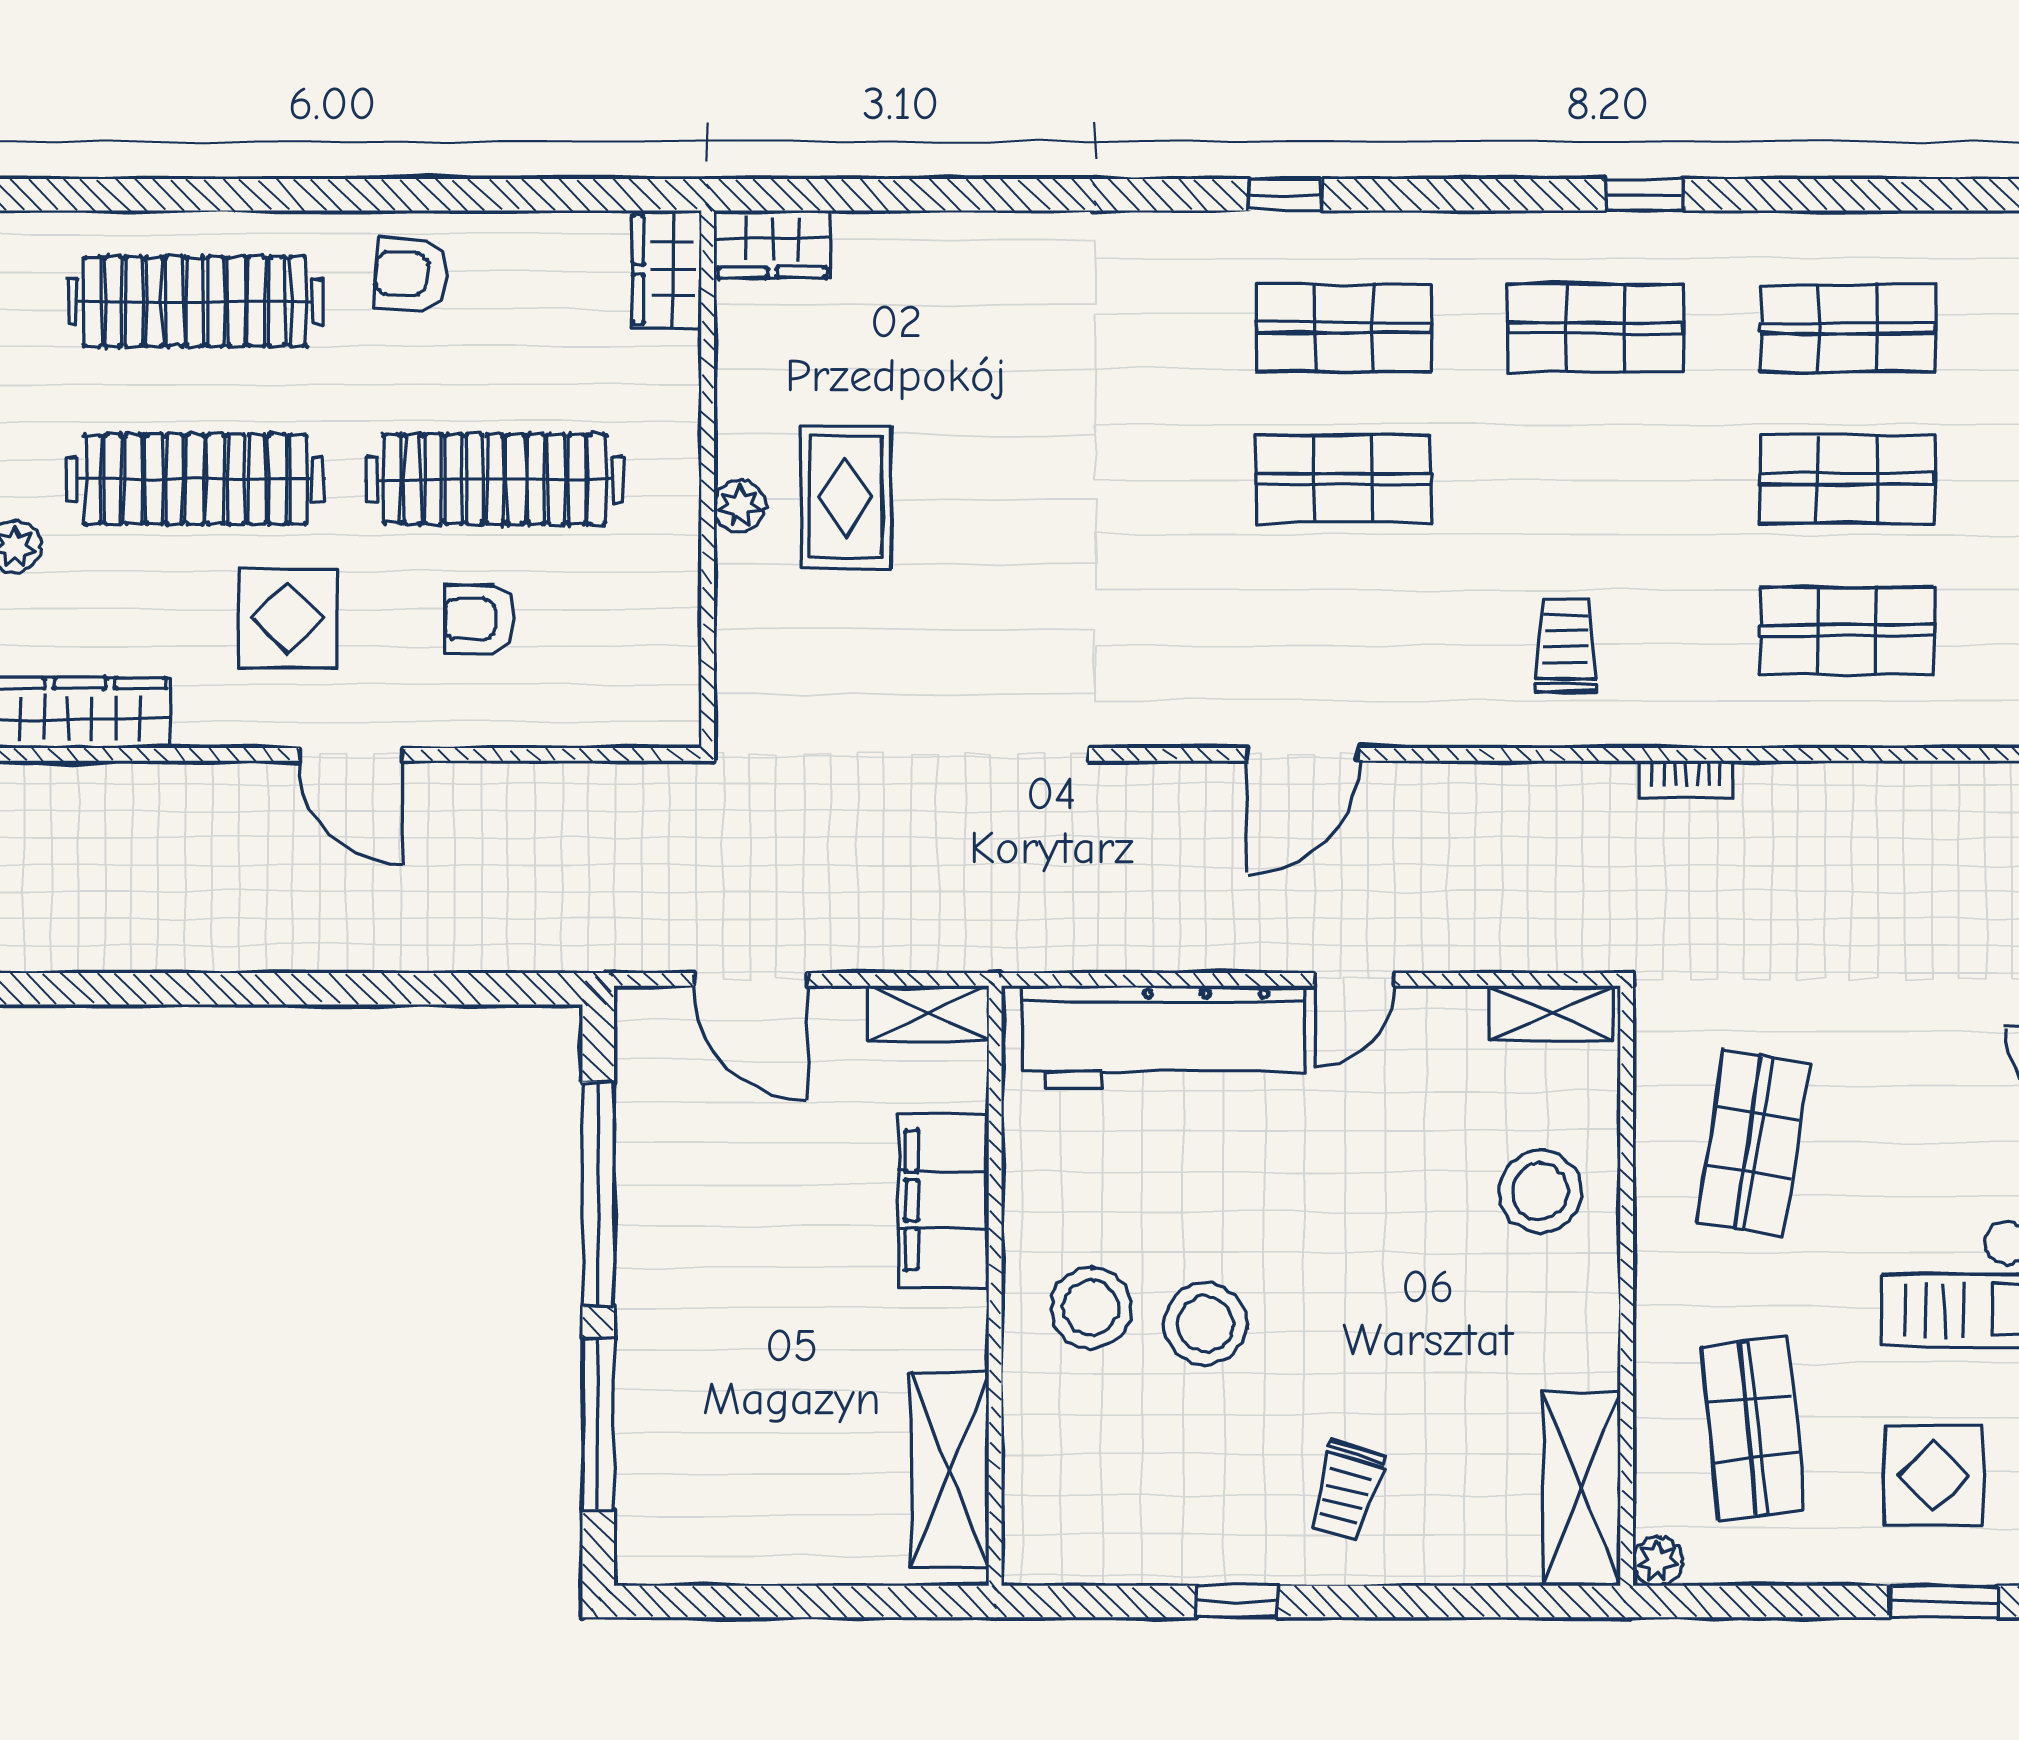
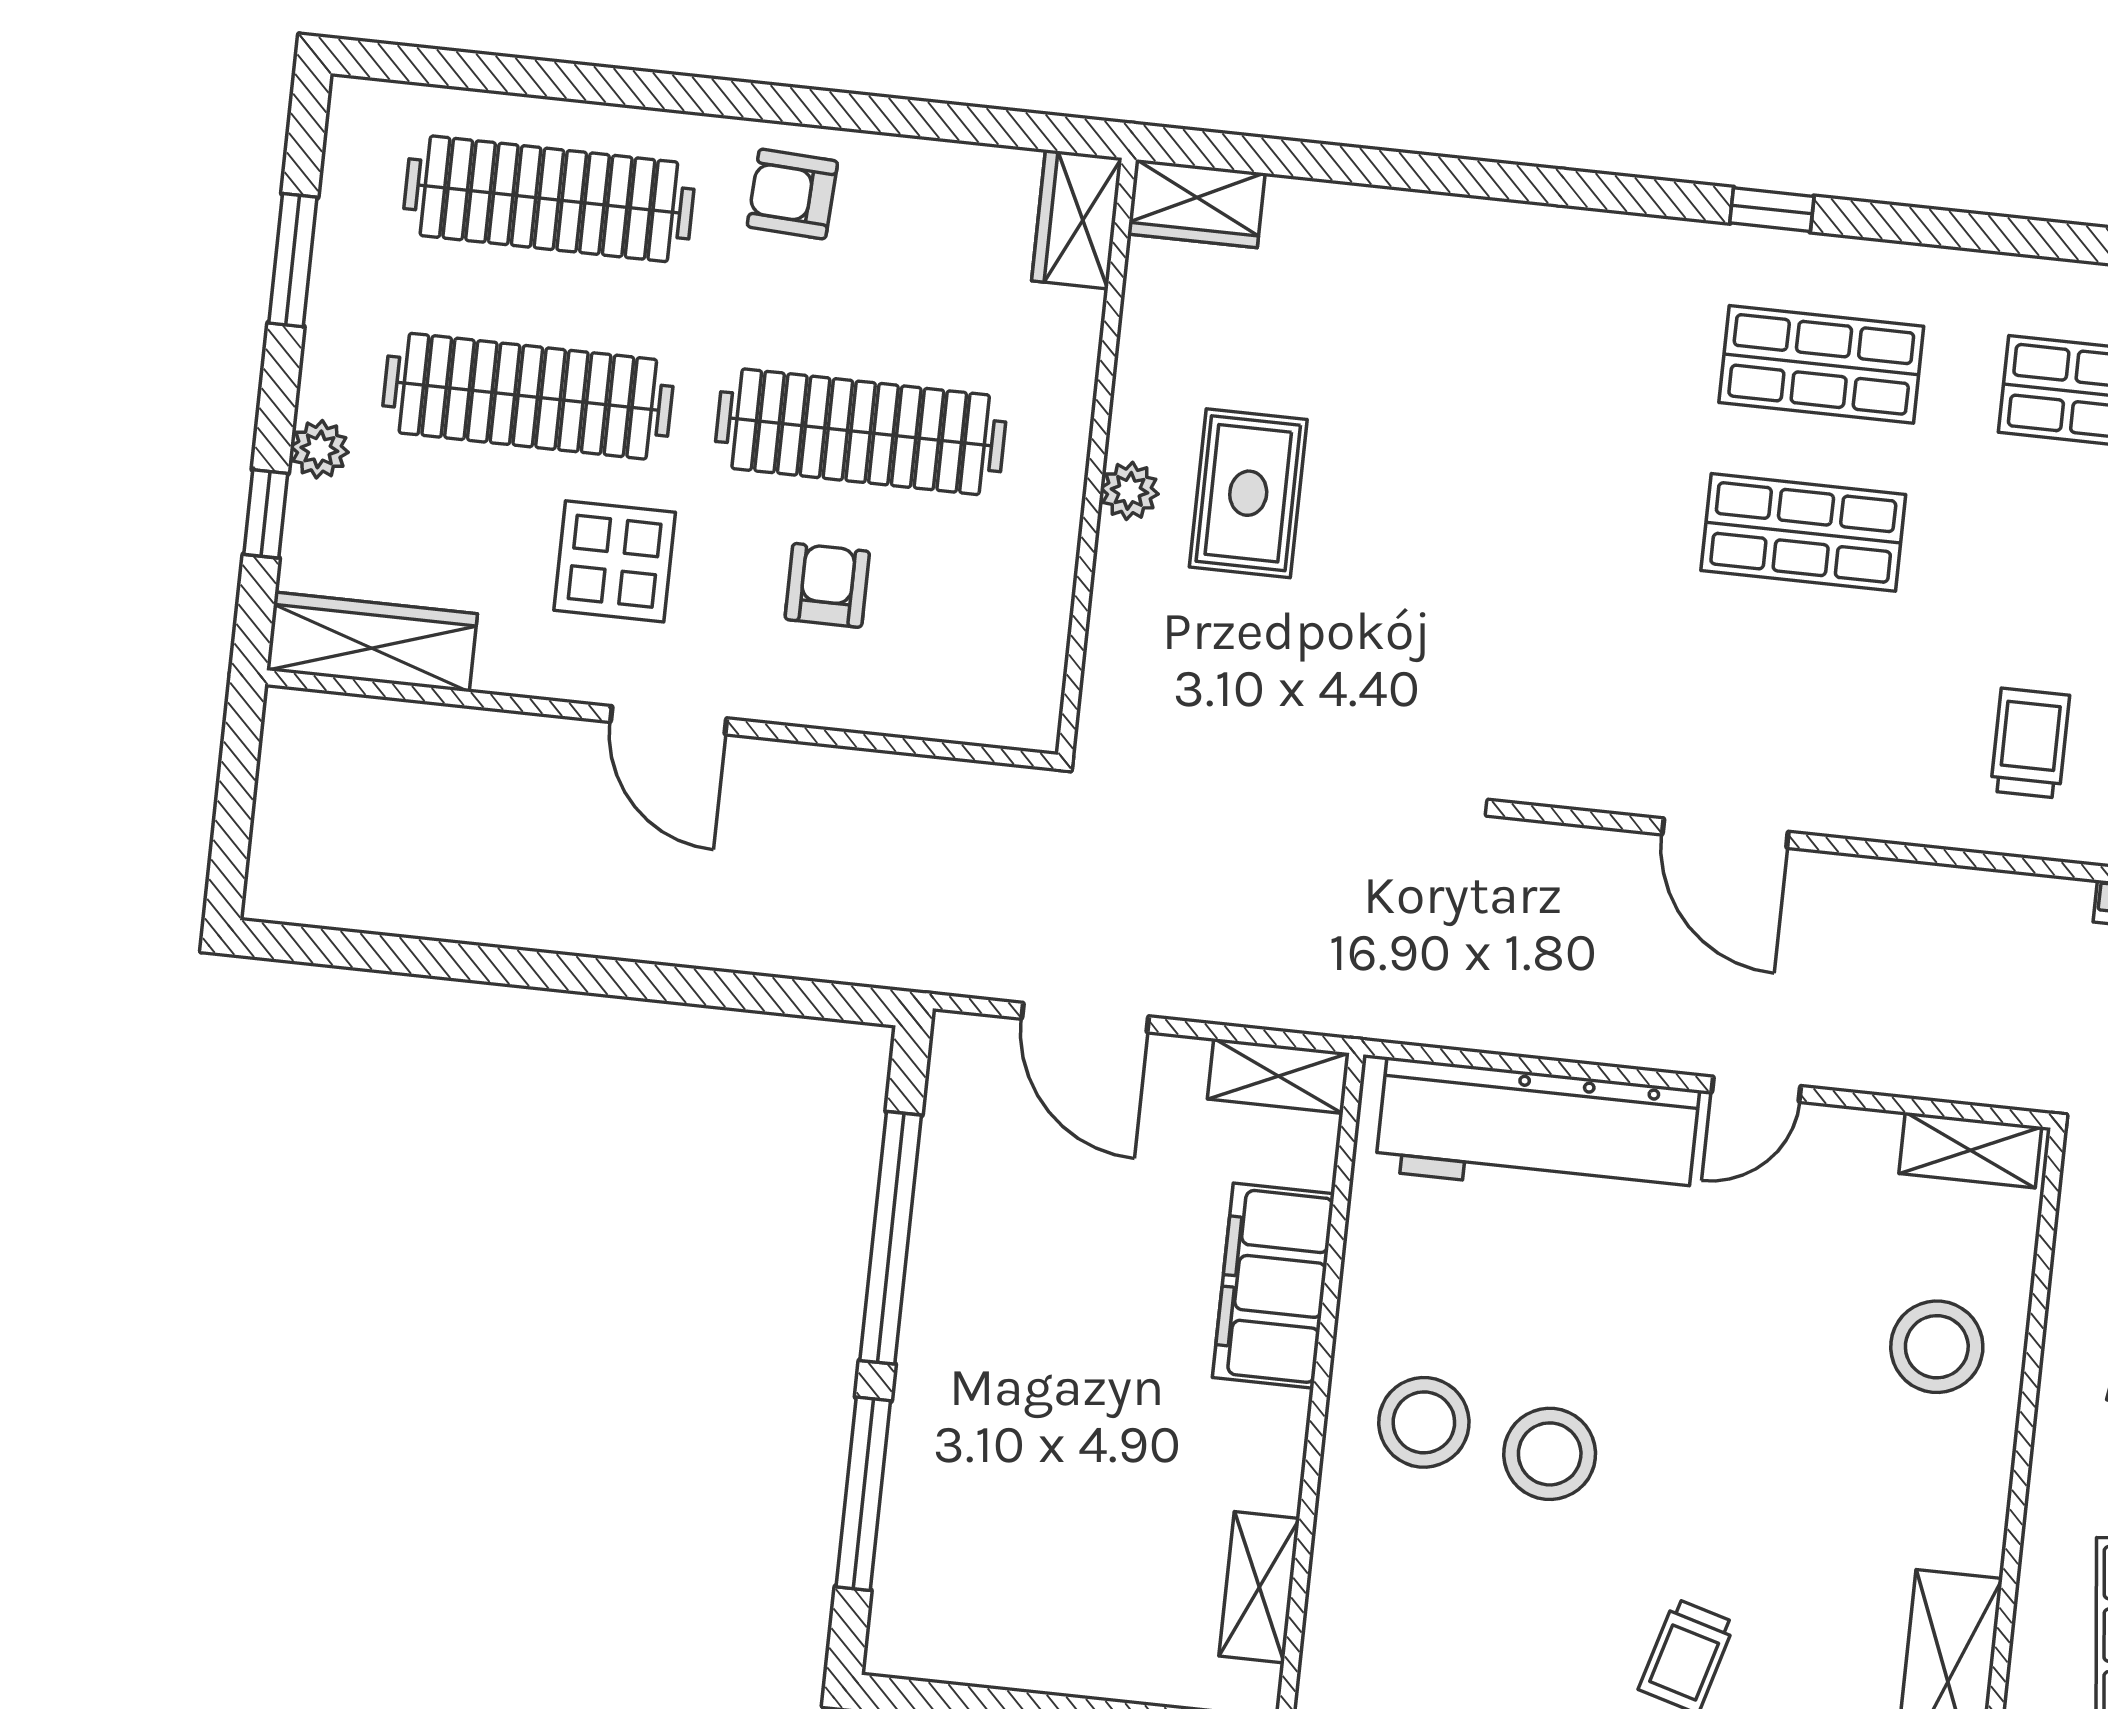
armchair: (480, 619) -> (827, 585), turned 90
door: (1303, 754) -> (1725, 833), hinge flipped
shelving: (950, 1470) -> (1259, 1587), width x0.67, depth x0.75

